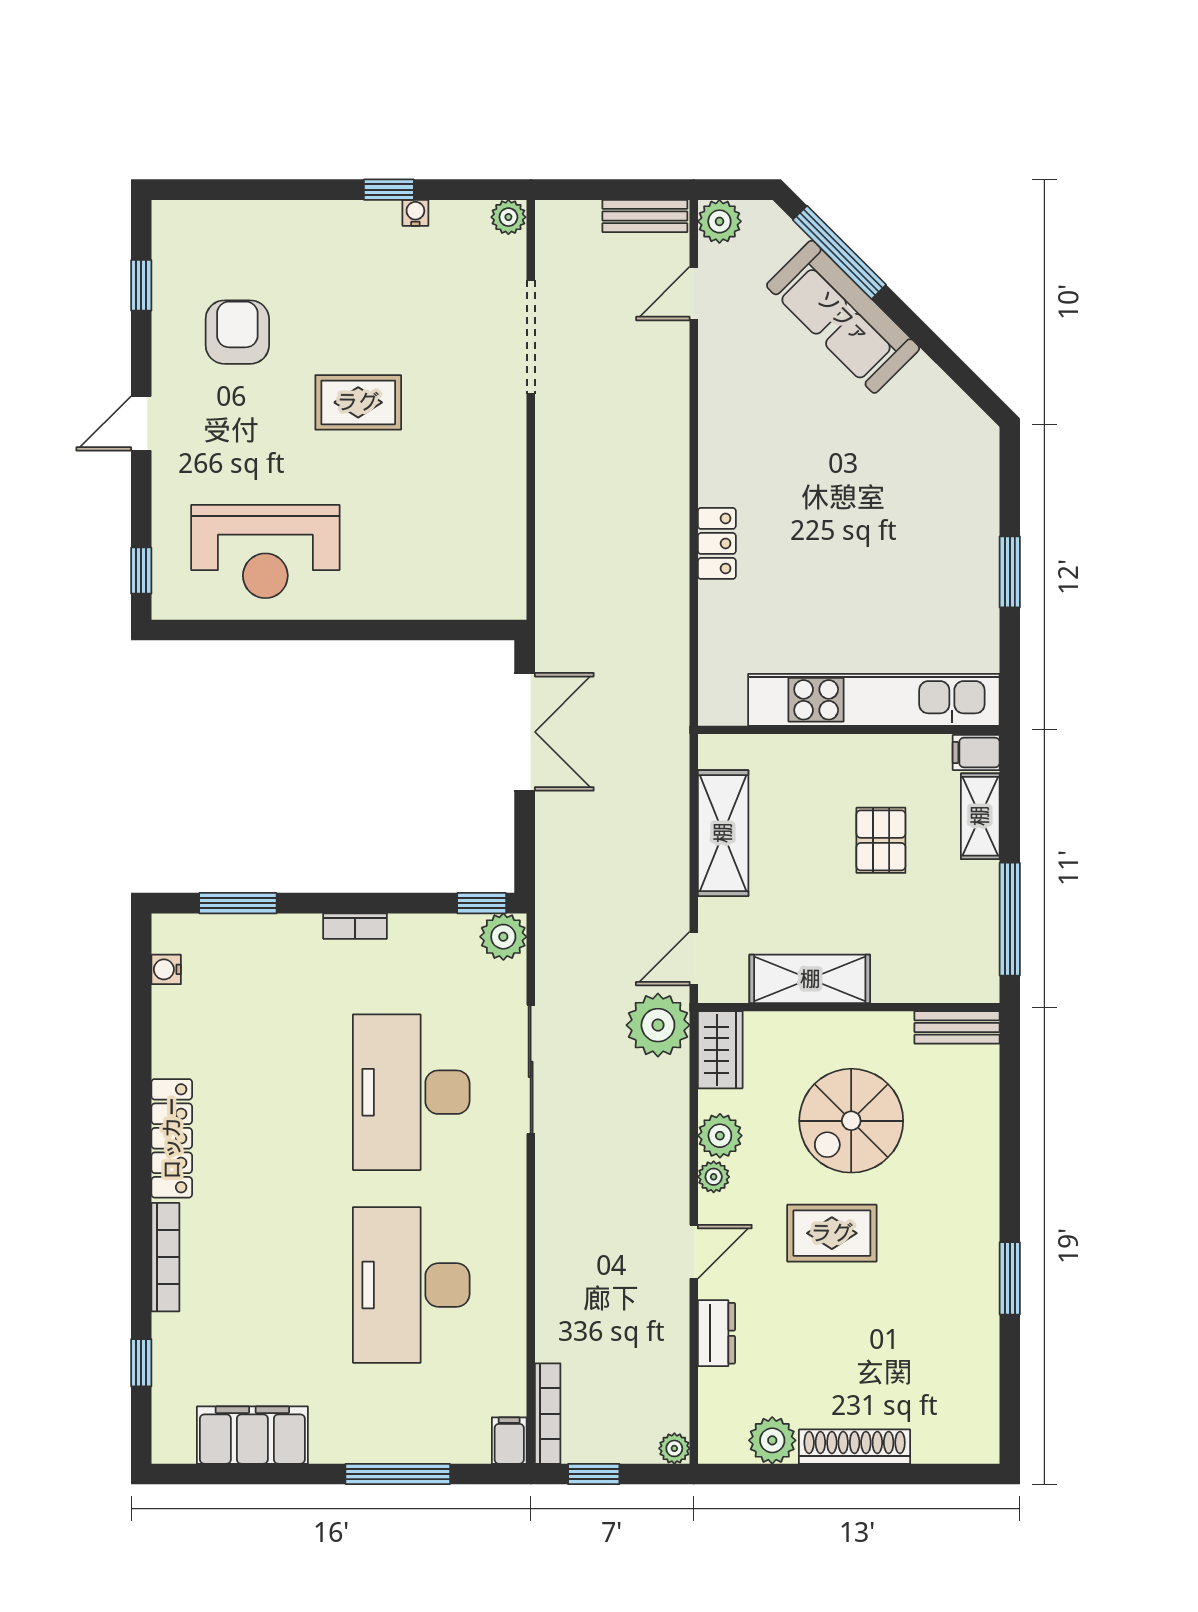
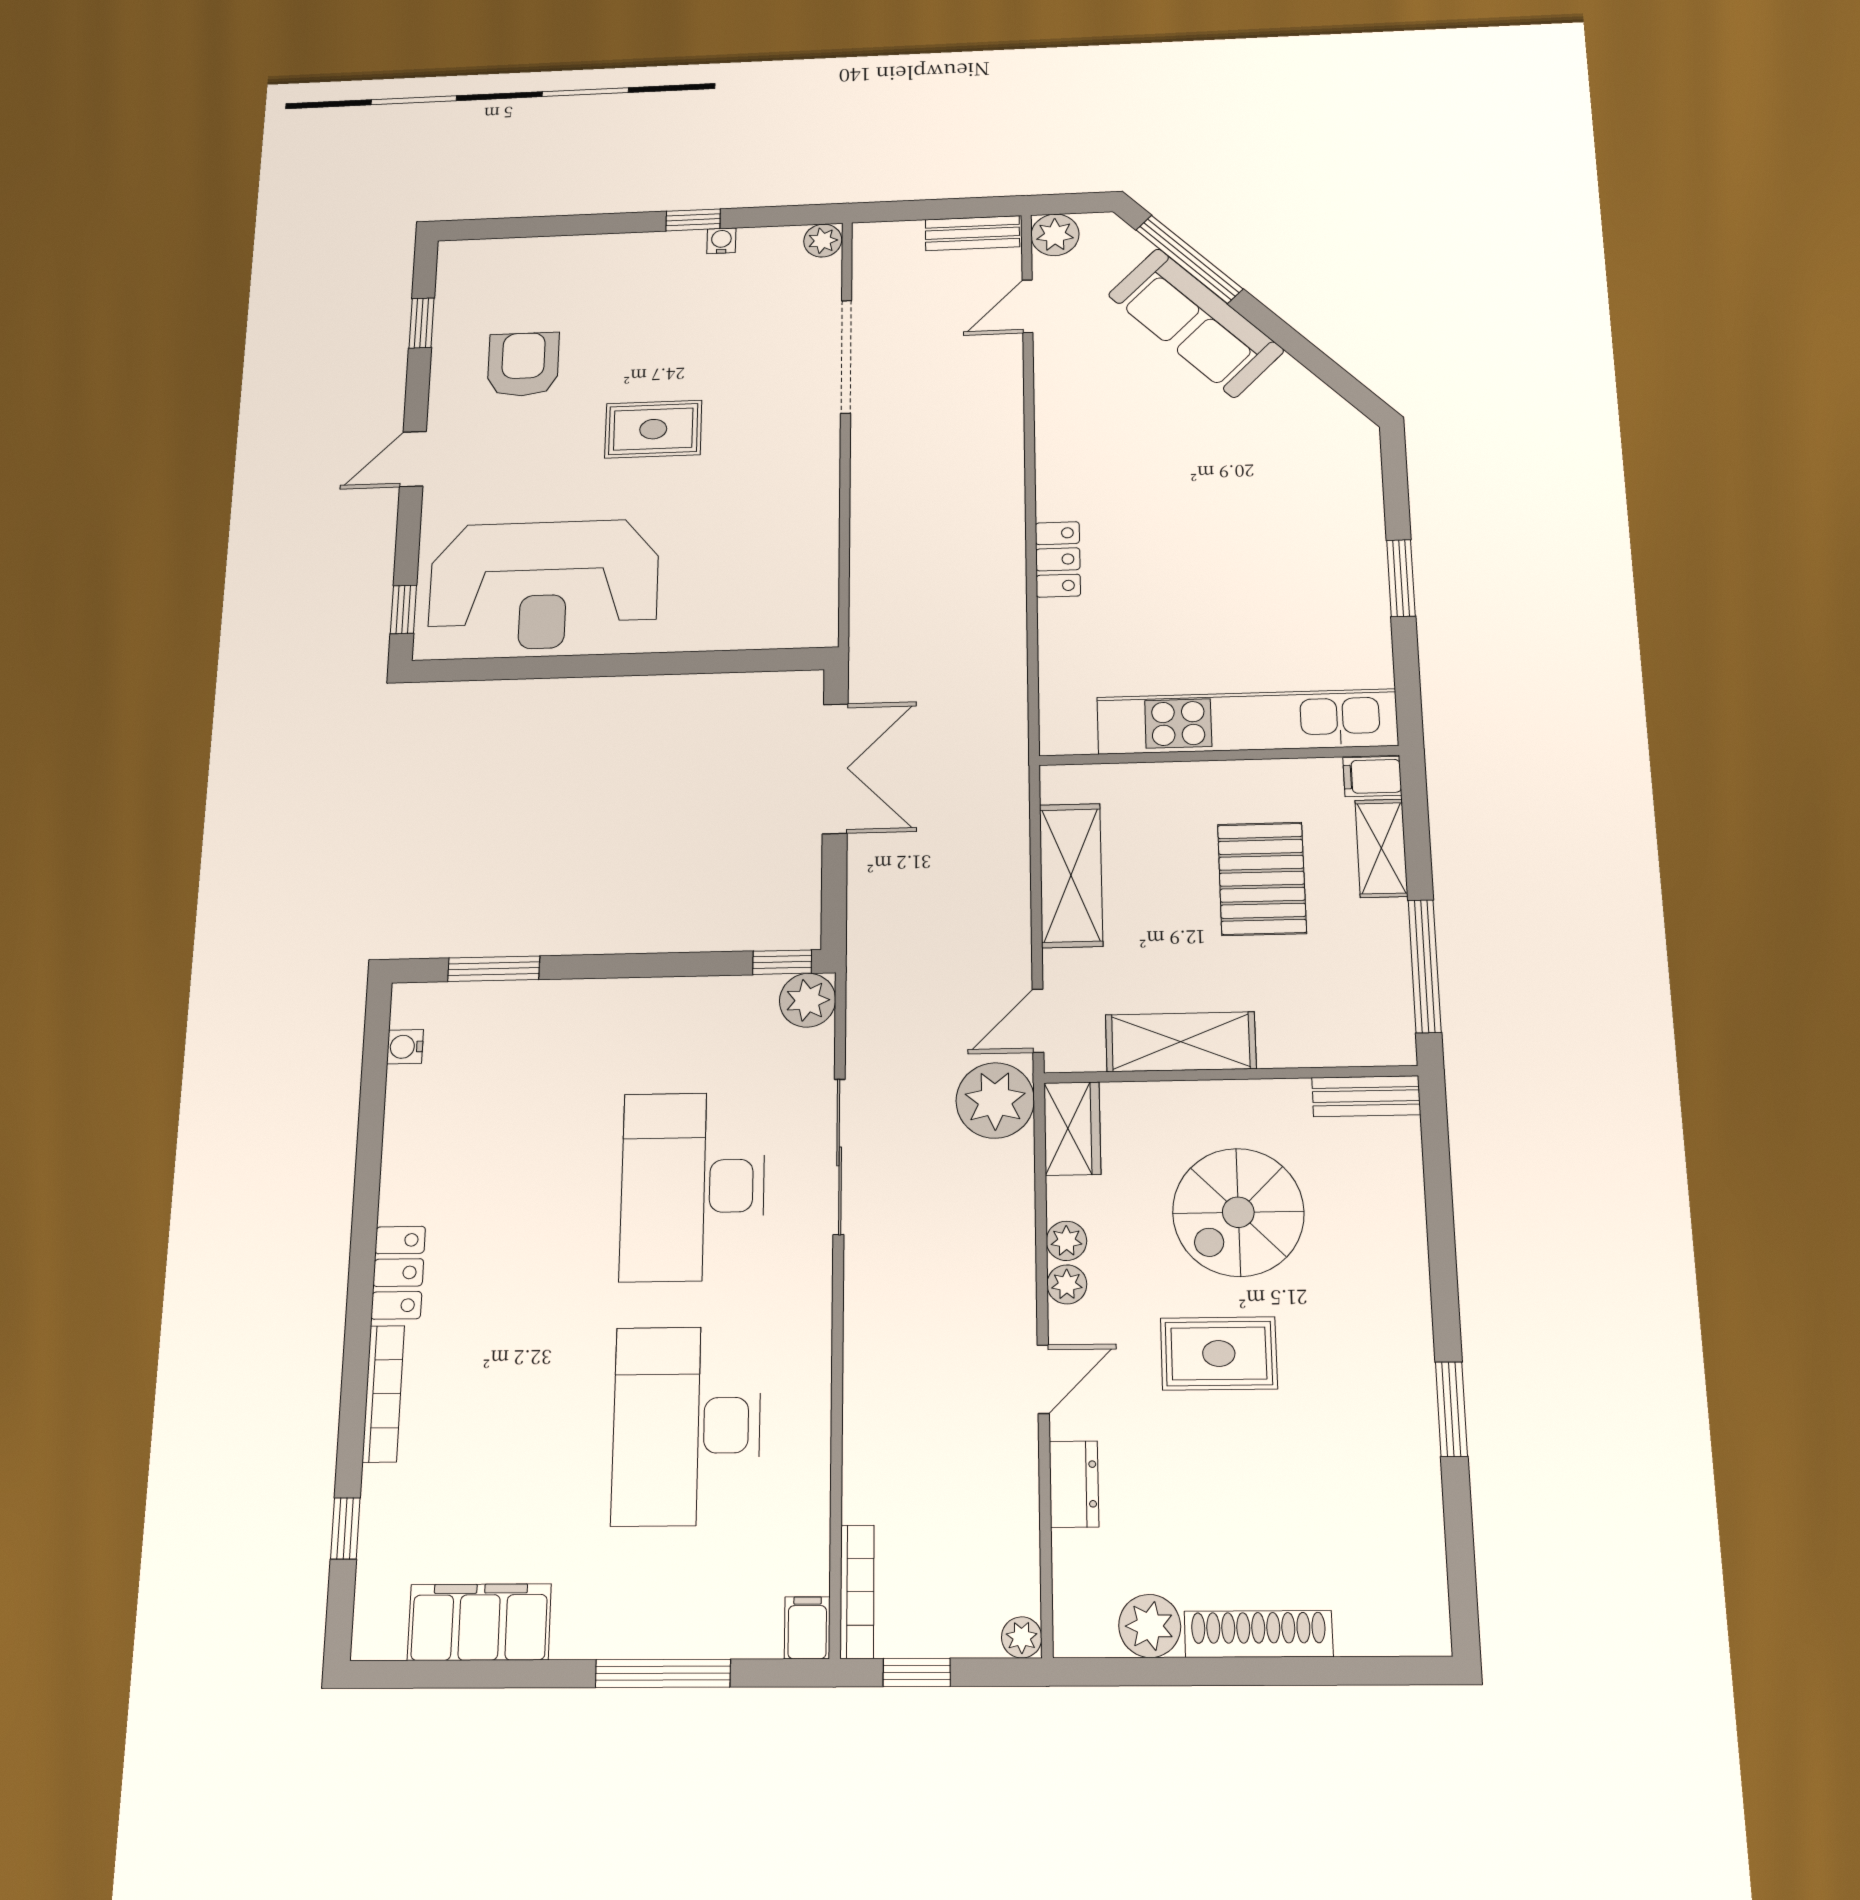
reception desk: (265, 551) -> (544, 585), width x1.36, depth x1.30
pallet: (881, 840) -> (1262, 879), width x1.50, depth x1.42
bookcase: (355, 926) -> (631, 992), removed
plant: (720, 1136) -> (1066, 1241), width x0.73, depth x0.73
locker: (172, 1138) -> (398, 1273), width x0.66

